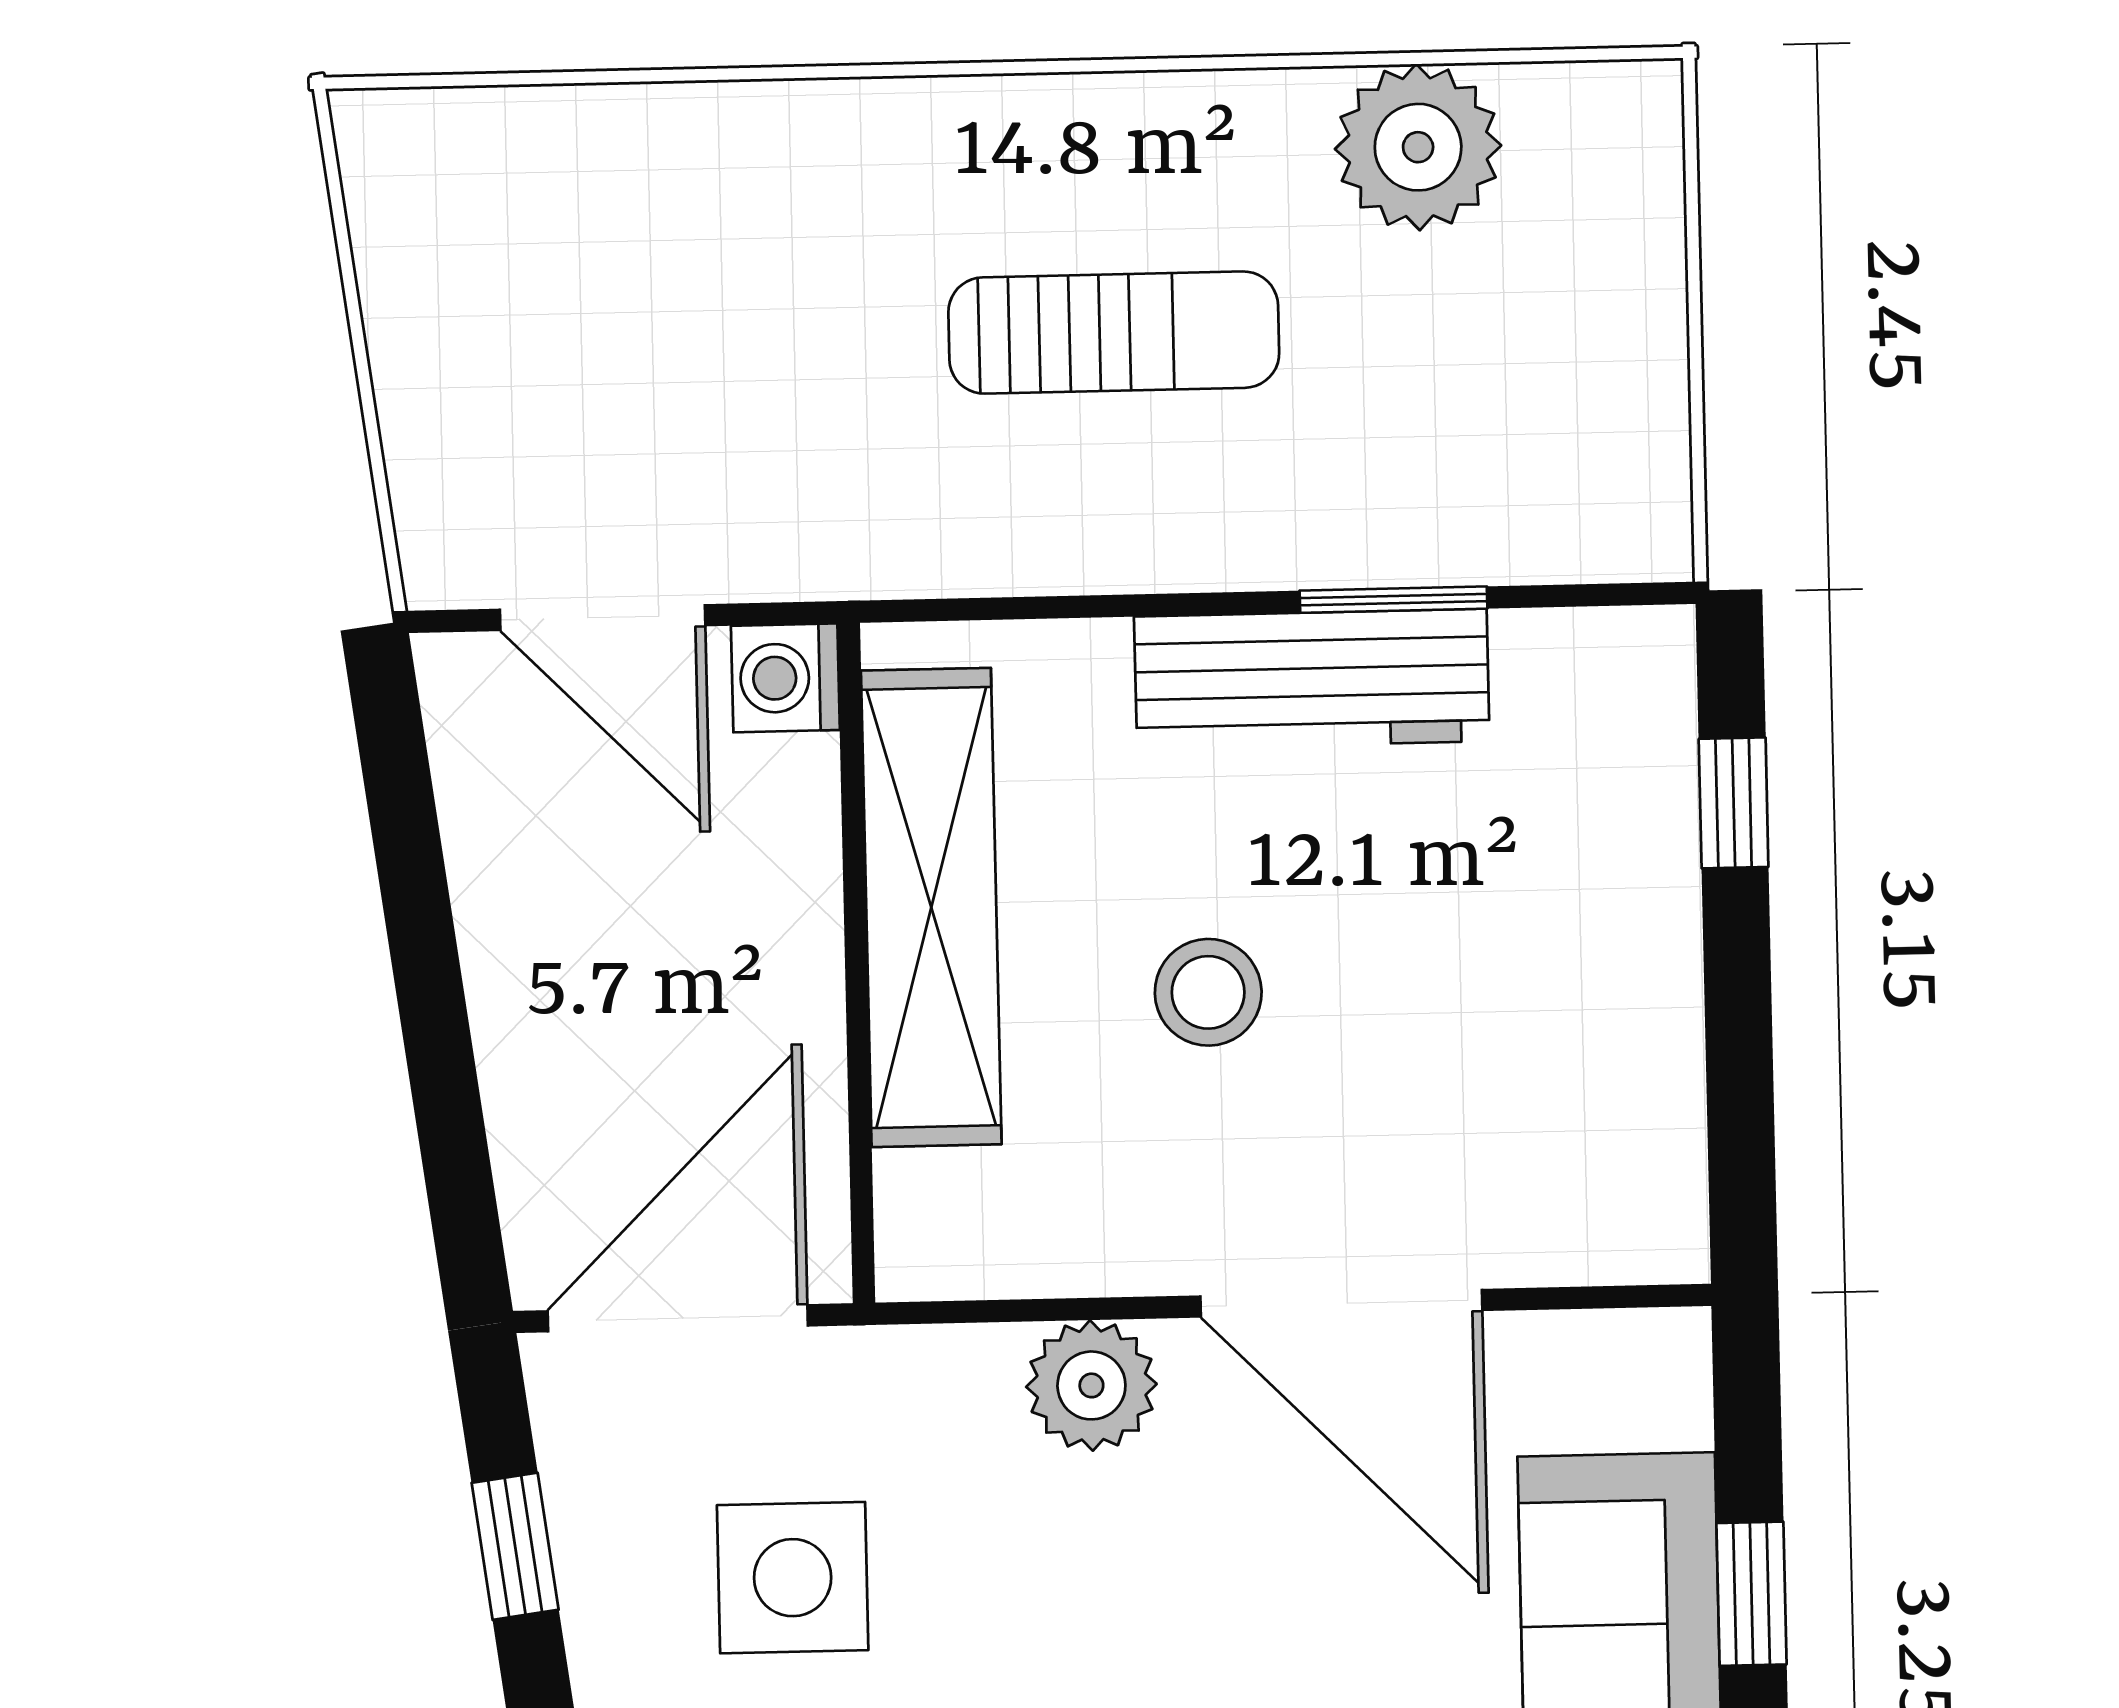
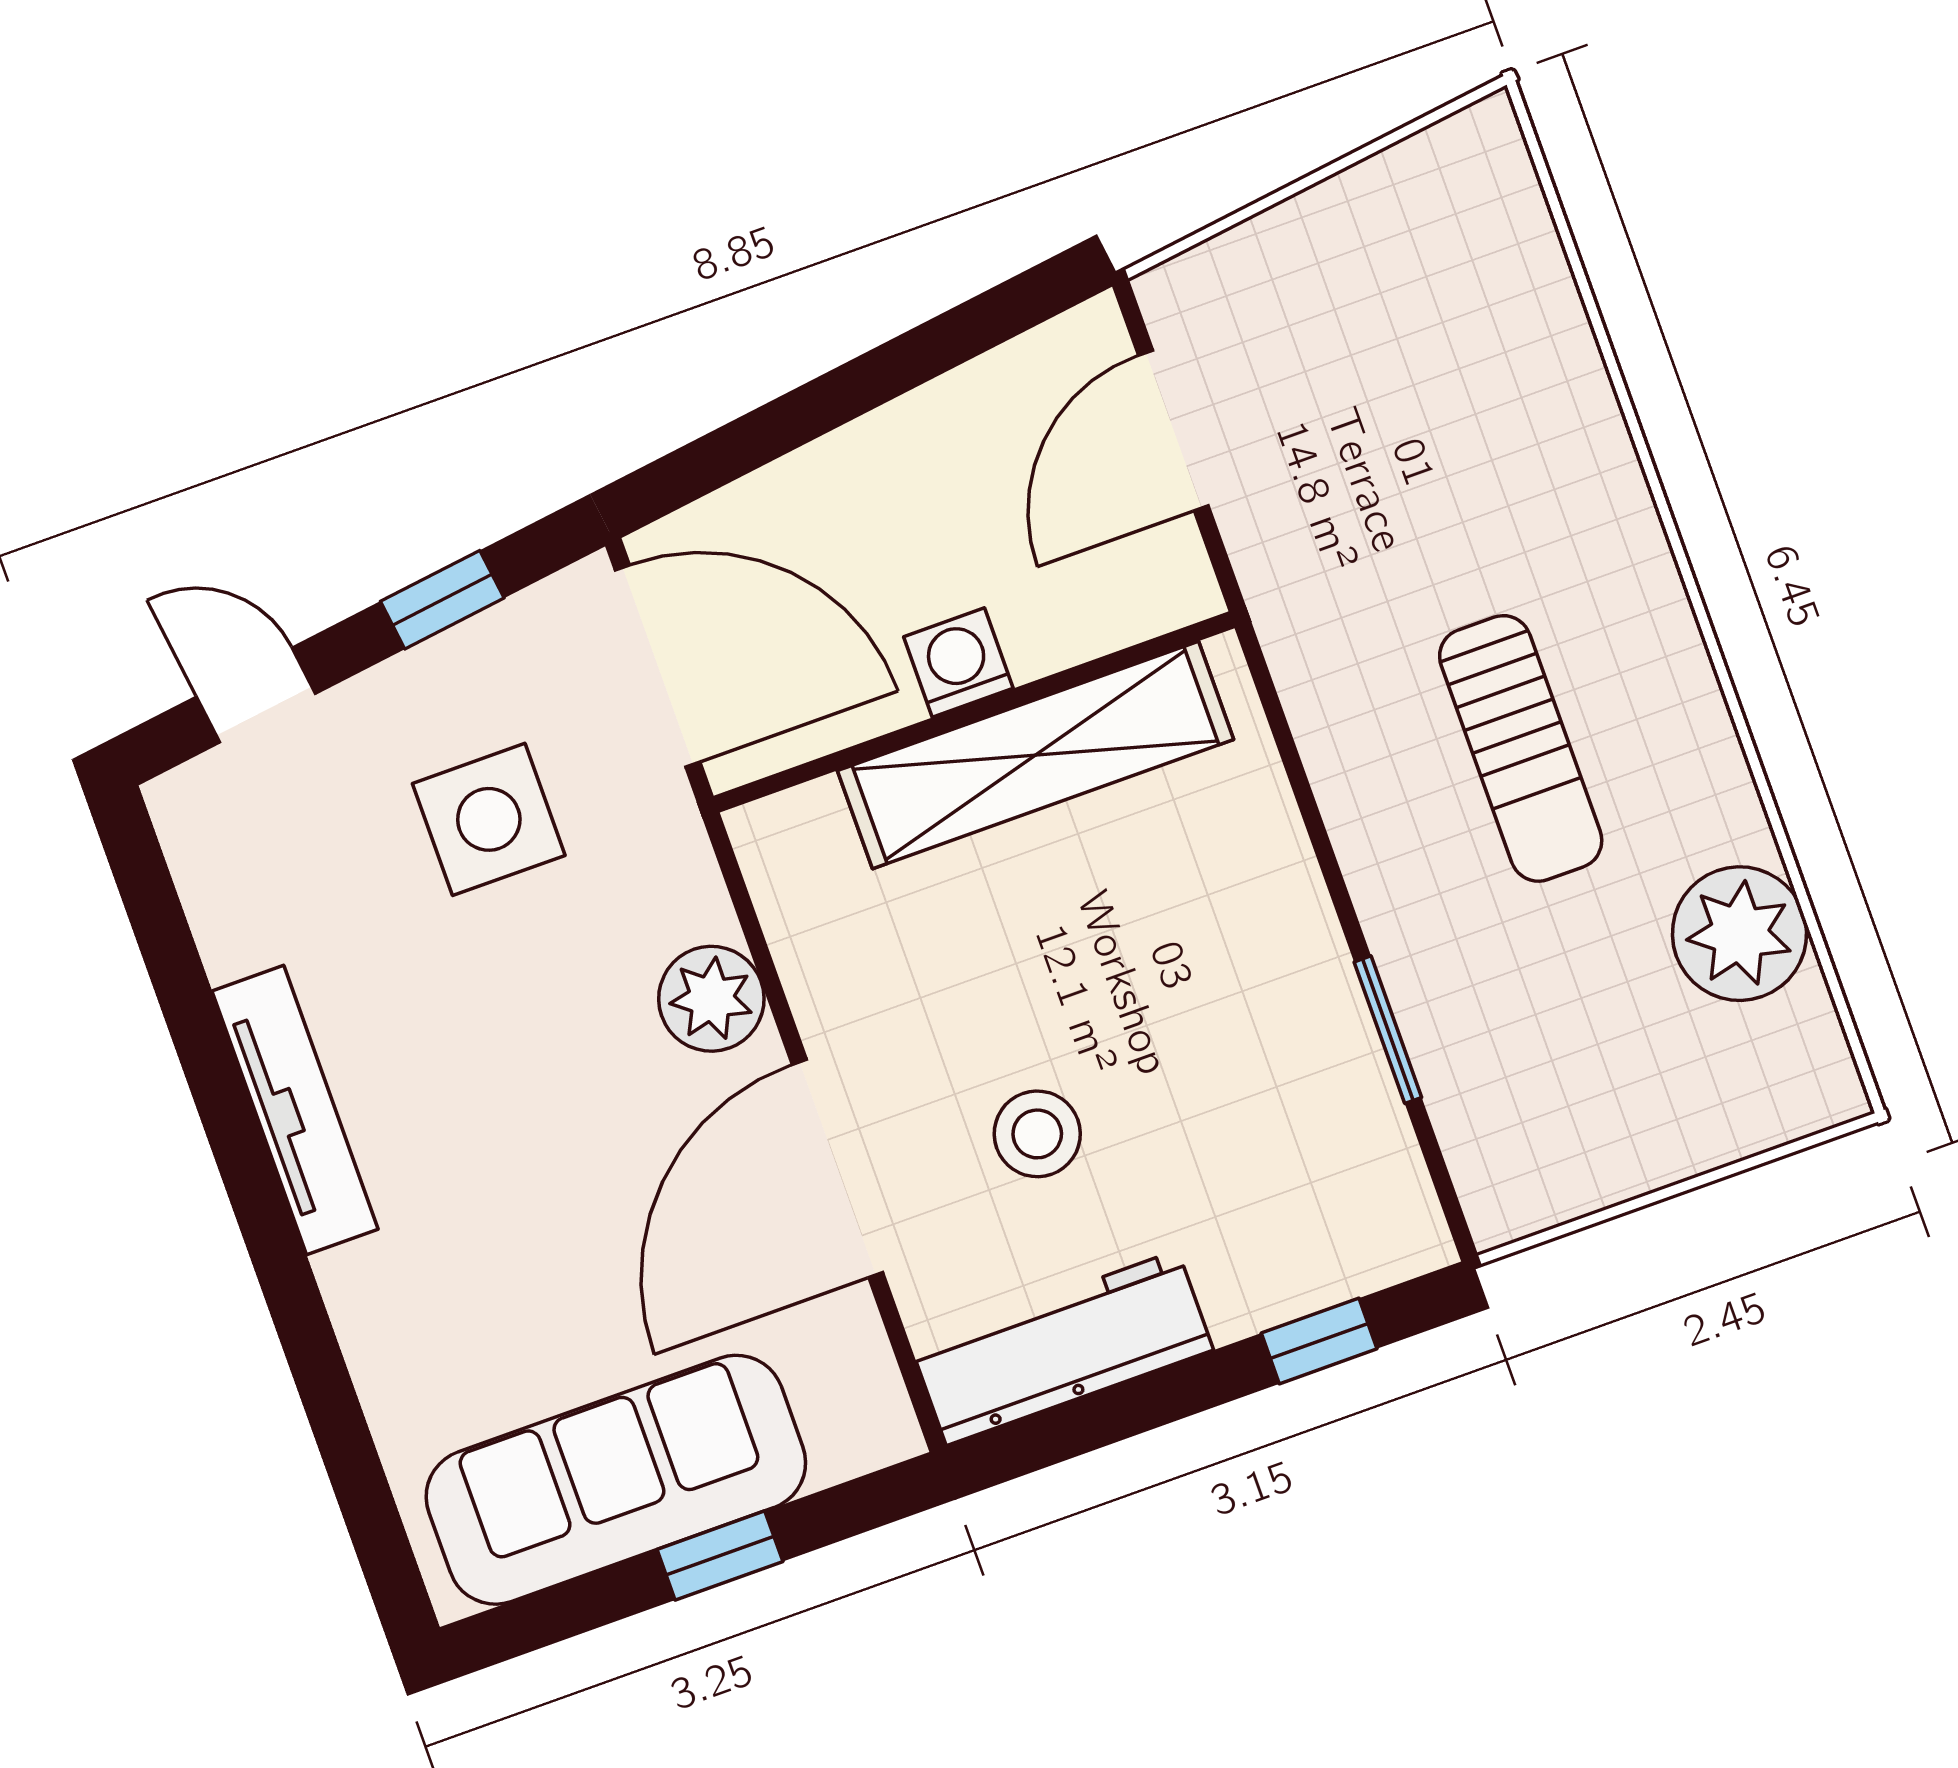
washing machine: (785, 678) -> (958, 663), moved
workbench: (1312, 679) -> (1062, 1348), moved, turned 90
stool: (1208, 992) -> (1037, 1134), moved

